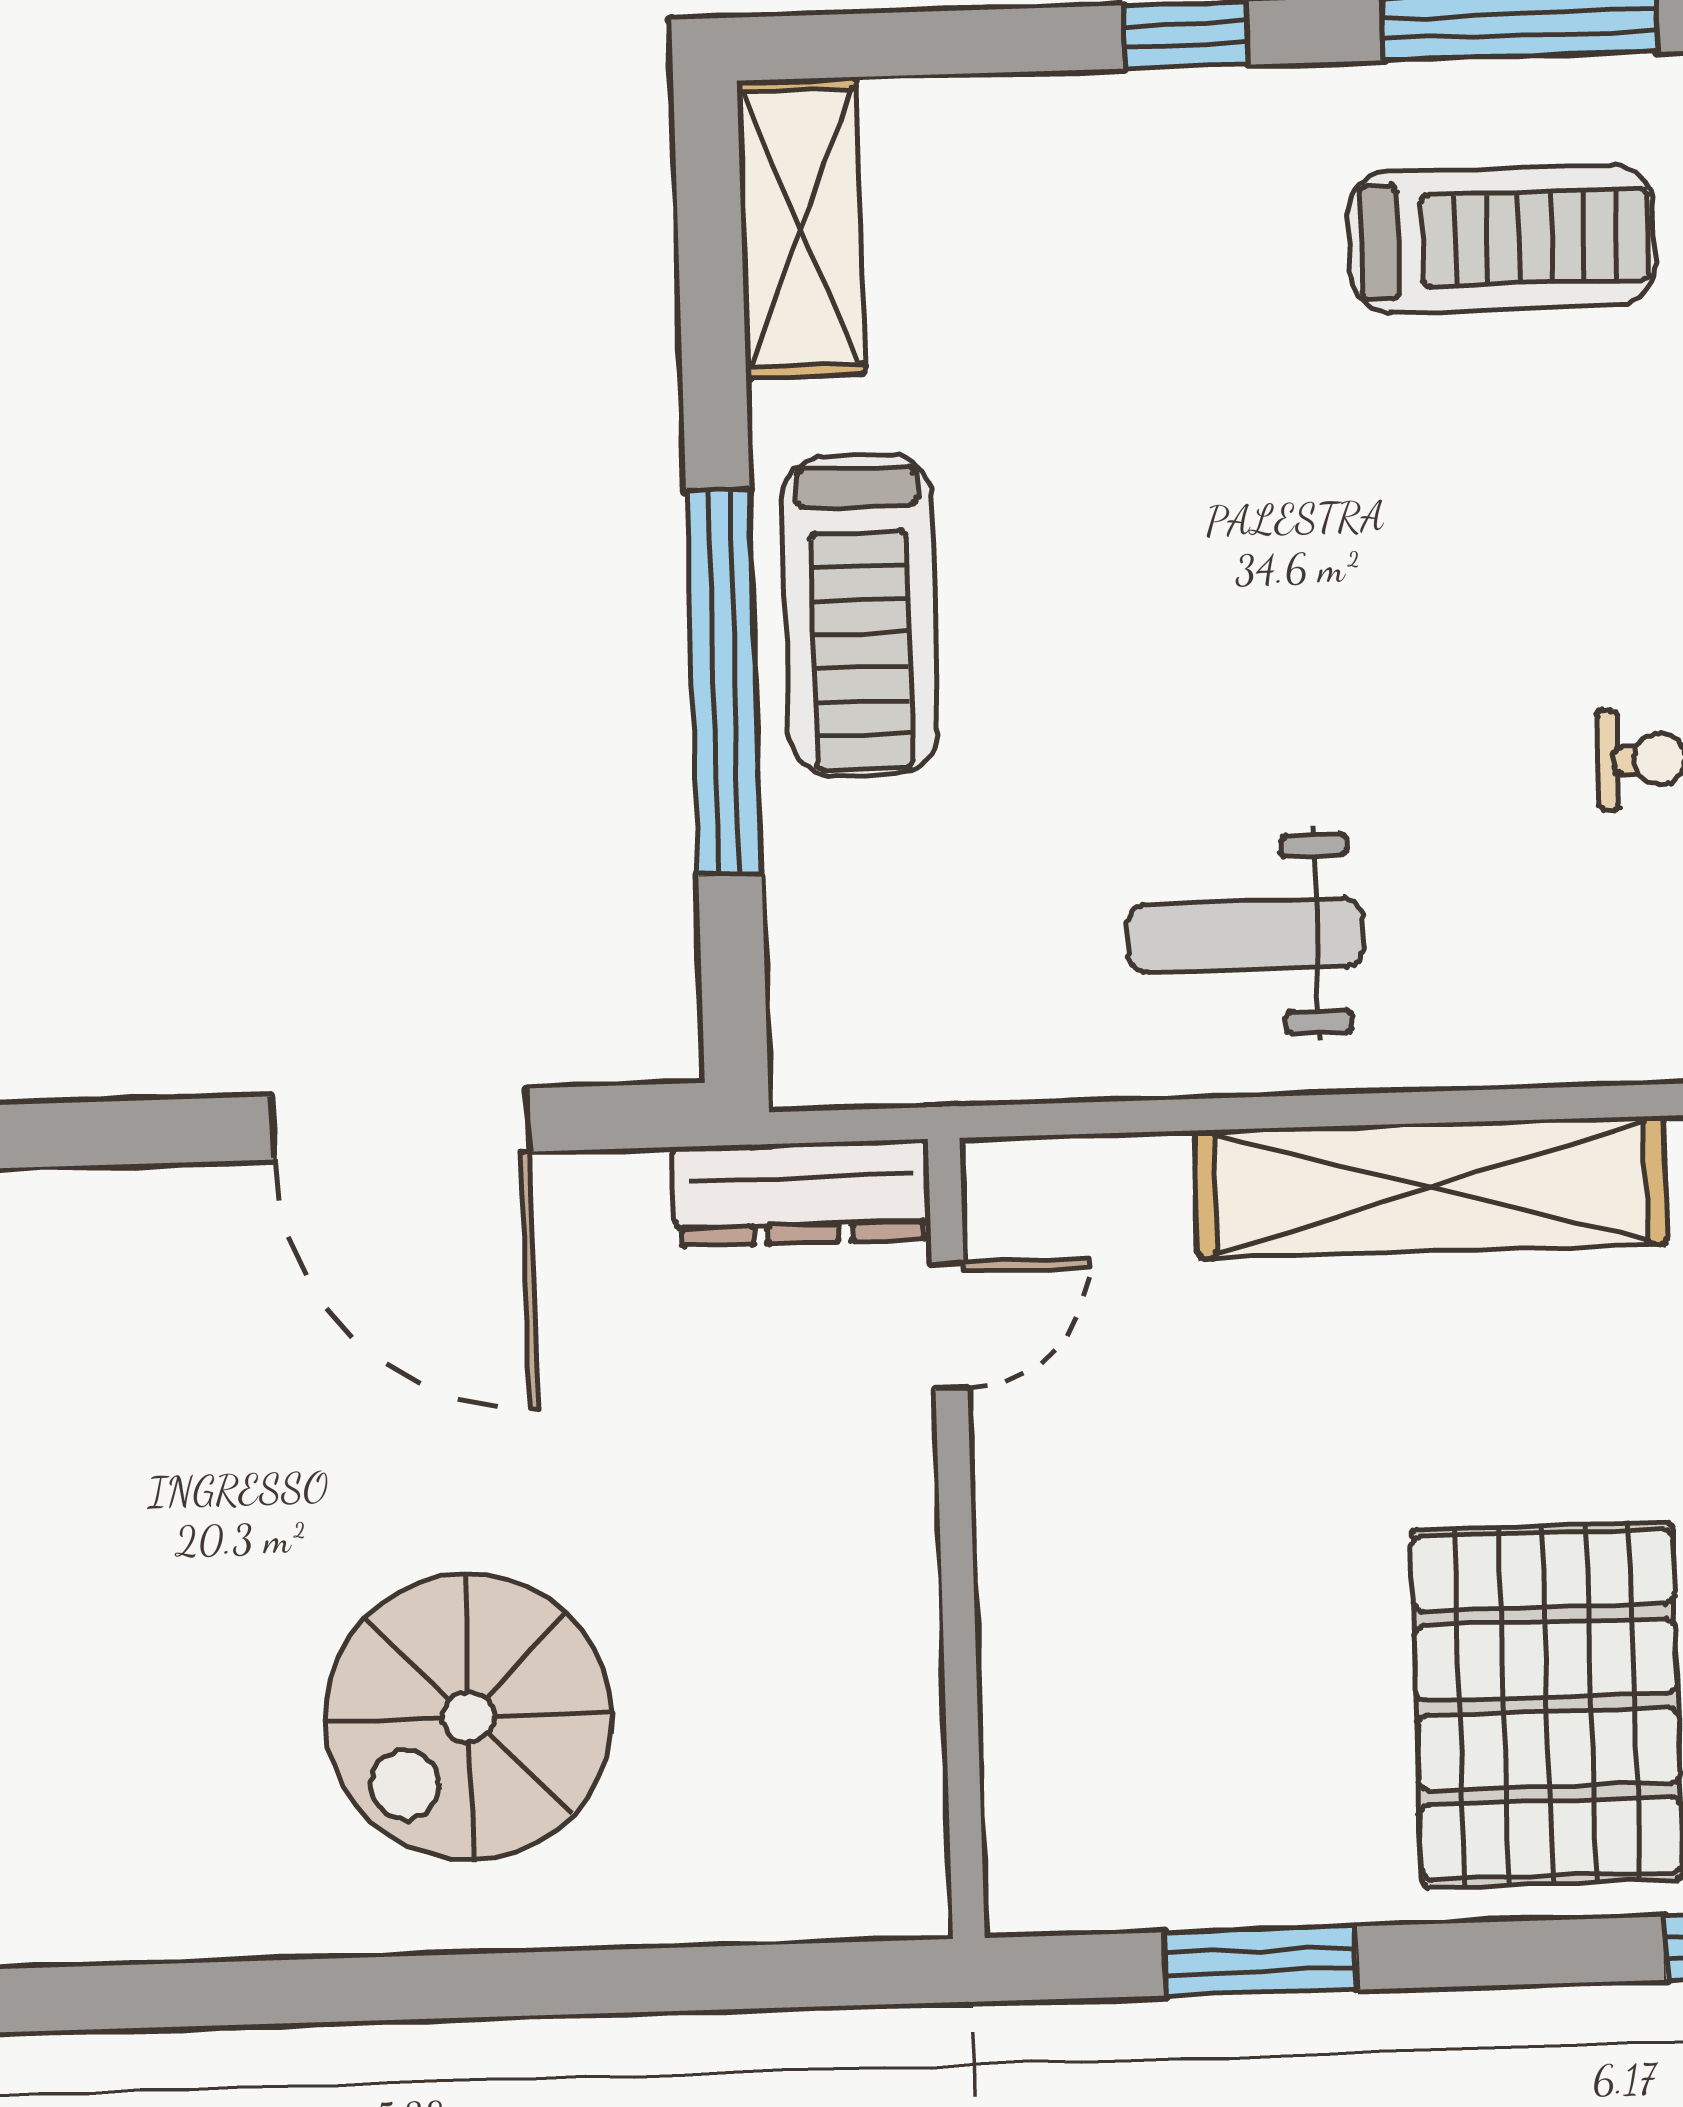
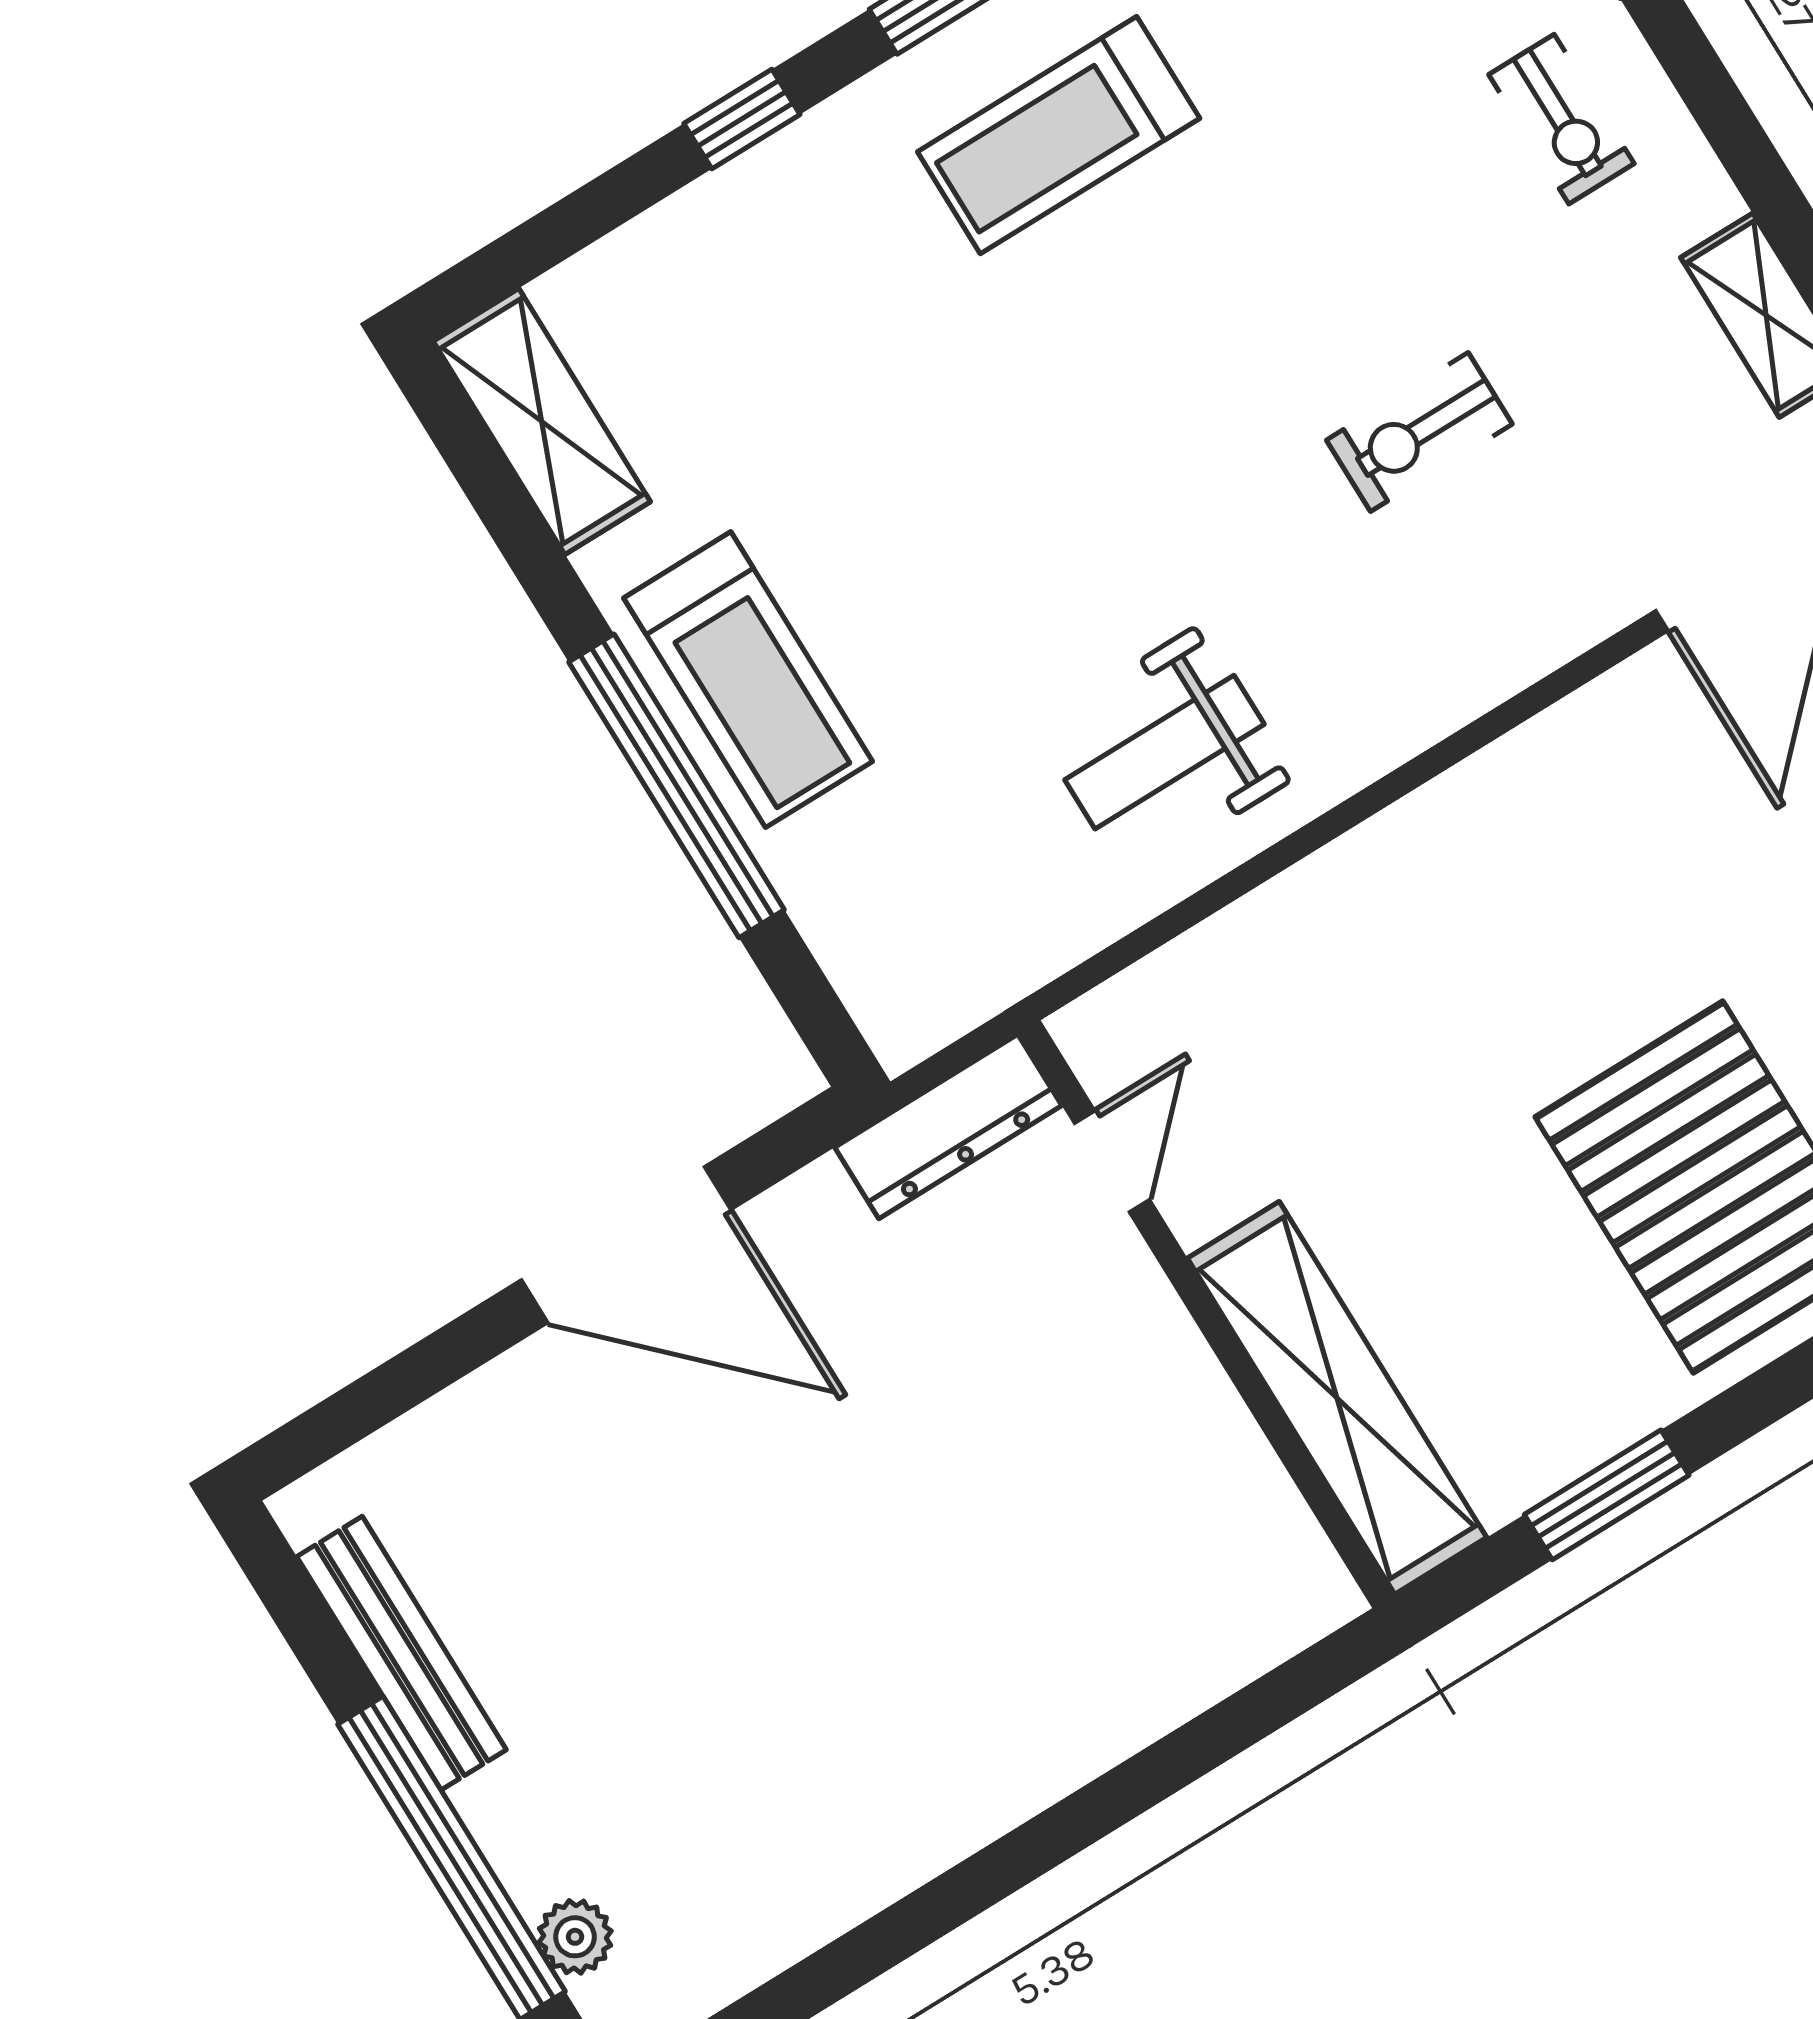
treadmill: (1502, 239) -> (1059, 135), turned 180
shelving: (1431, 1187) -> (1337, 1398), moved, turned 90
spiral stairs: (469, 1717) -> (925, 1649), removed

